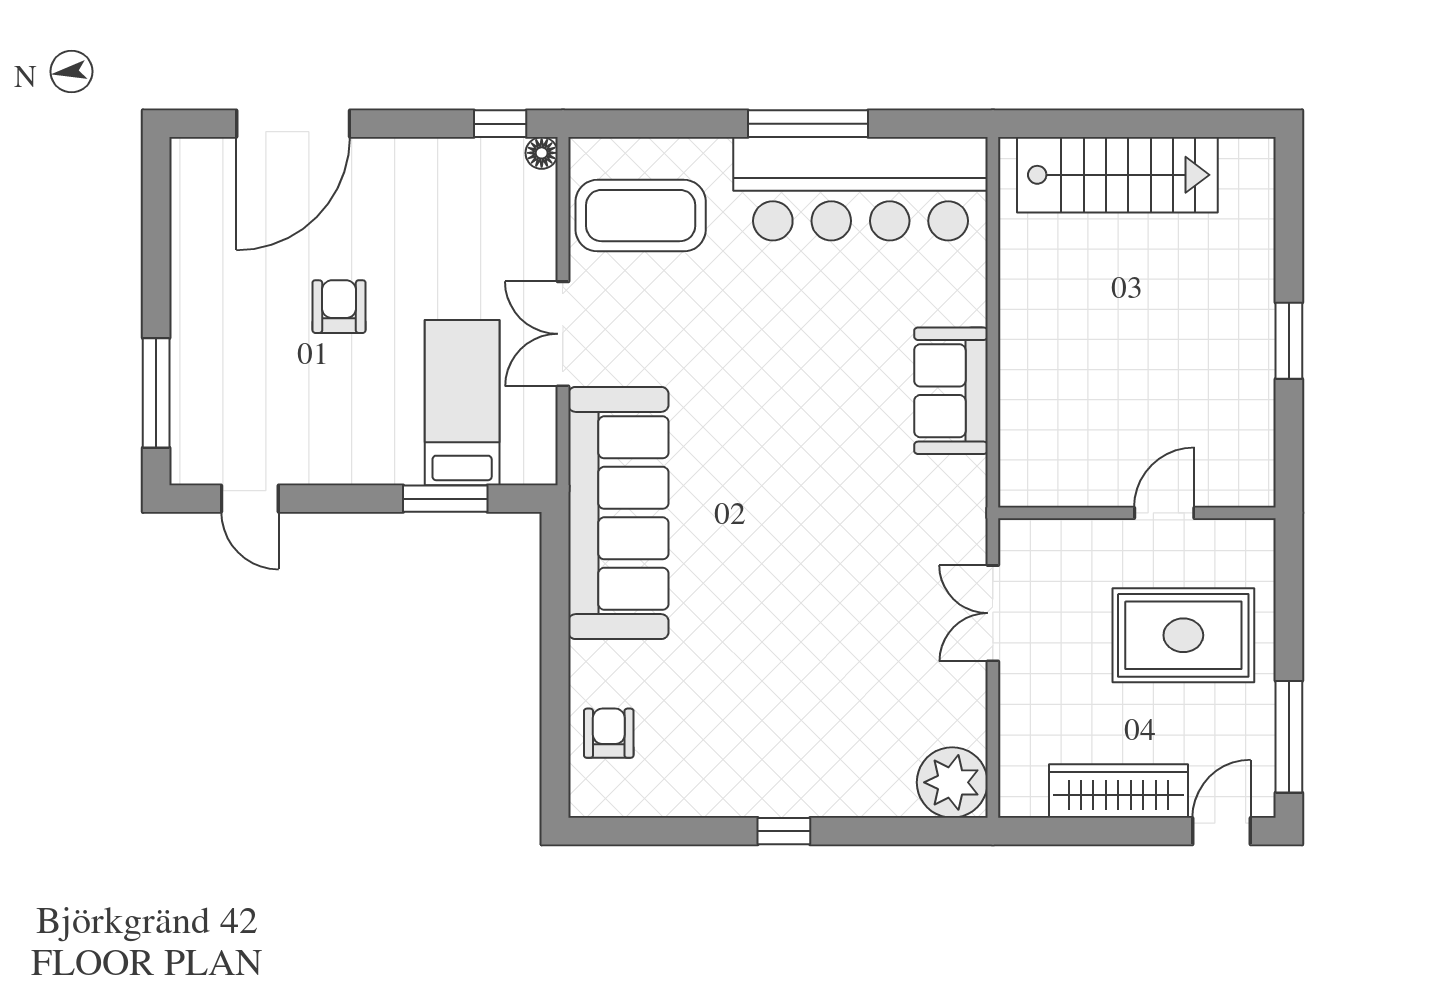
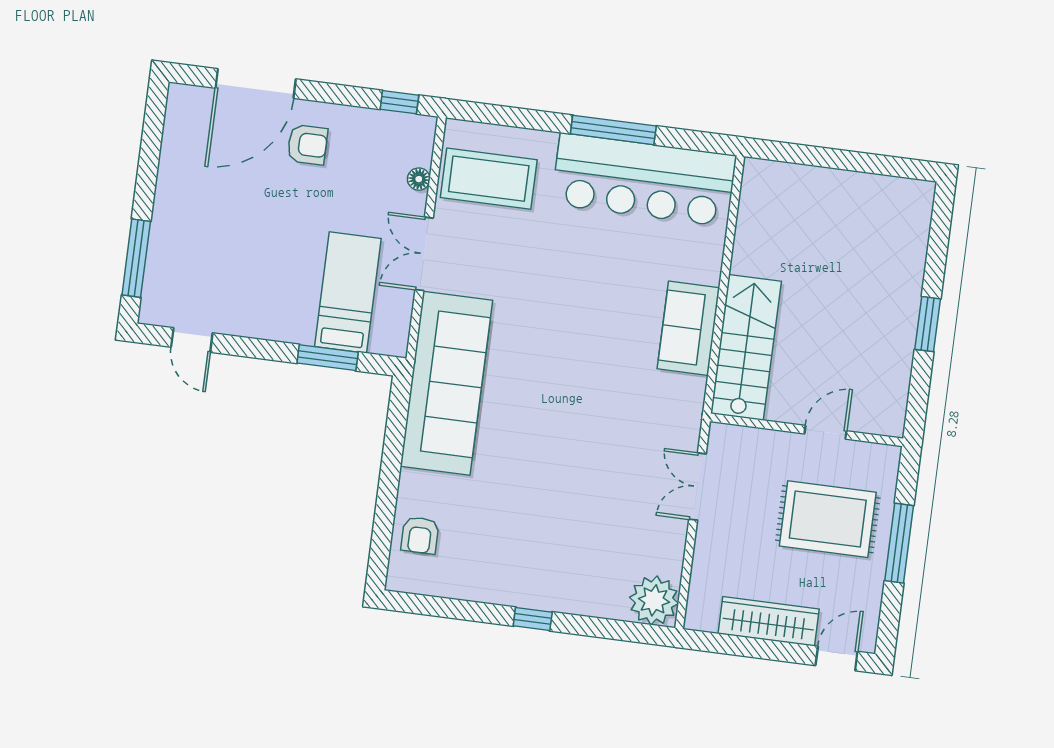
floor lamp: (542, 153) -> (419, 179), moved
stairs: (1117, 175) -> (746, 347), moved, turned -90
armchair: (339, 307) -> (307, 145), moved, turned 90
armchair: (609, 733) -> (420, 535), turned 180
window: (1289, 737) -> (899, 543), moved

